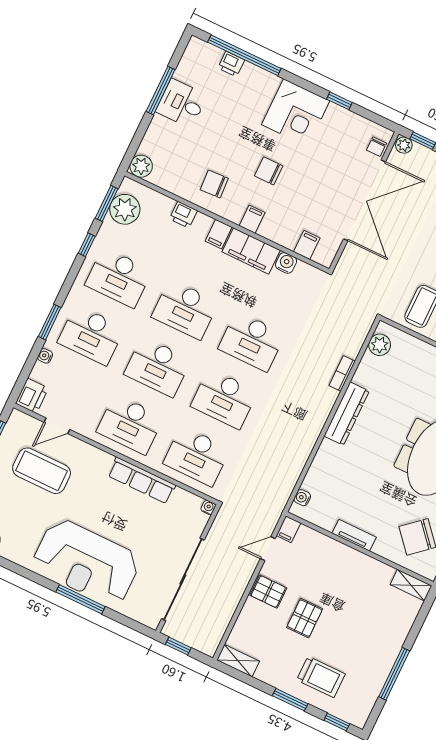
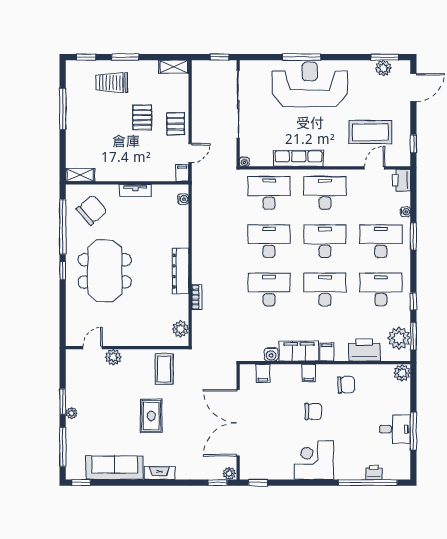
window: (339, 101) -> (258, 483), moved
chair: (376, 147) -> (247, 463), removed
printer: (183, 215) -> (364, 350), width x1.87, depth x1.48
pallet: (268, 592) -> (176, 124), turned 90

